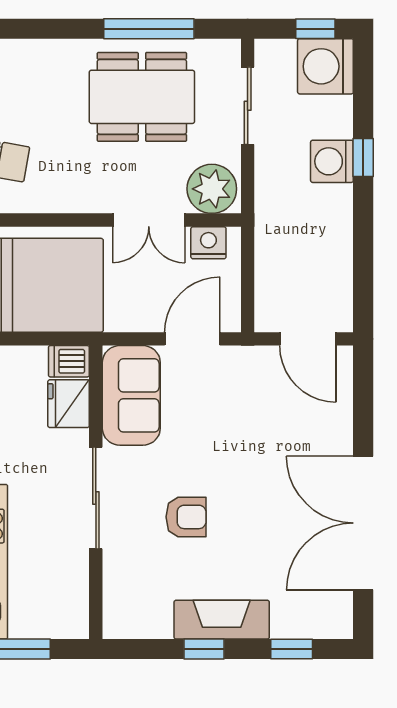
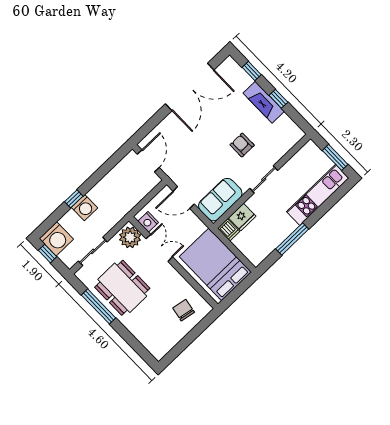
sliding door: (96, 498) -> (264, 179), width x0.73

